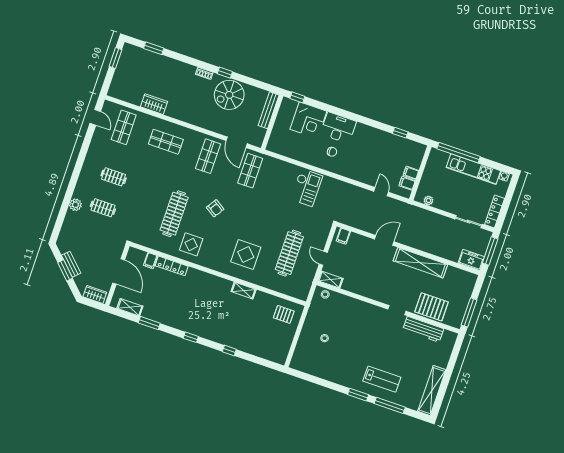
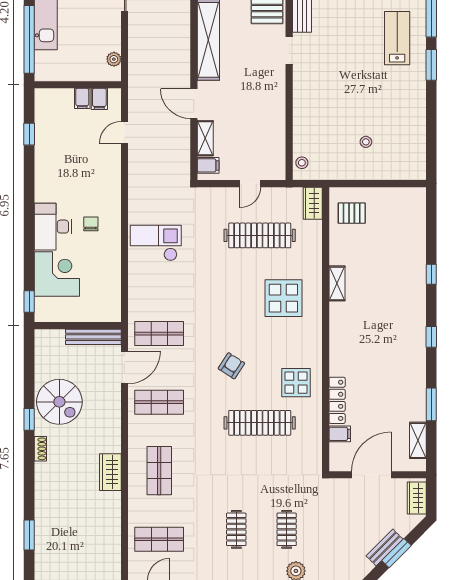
wardrobe: (154, 104) -> (110, 472), moved
bench: (269, 110) -> (93, 337), moved
shelving: (331, 280) -> (205, 138), moved
wardrobe: (298, 293) -> (313, 203), added
pallet: (284, 314) -> (352, 213), turned 90

